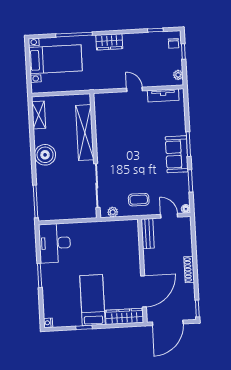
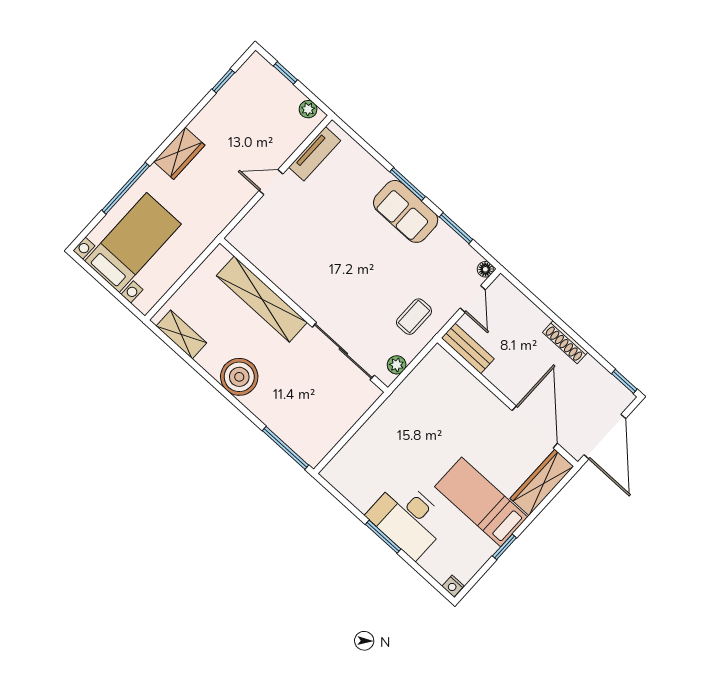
chair: (174, 43) -> (263, 75), removed
door: (169, 216) -> (473, 299), swing flipped
desk: (55, 243) -> (408, 519), moved

